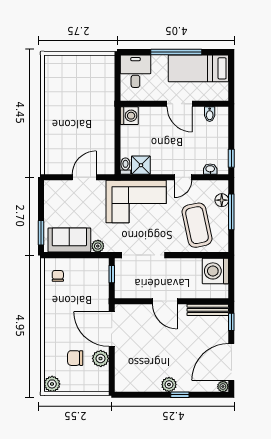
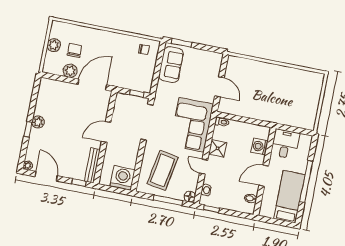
desk: (135, 71) -> (285, 144), moved, turned -90
washing machine: (129, 116) -> (260, 146), moved, turned 90
shower: (141, 165) -> (217, 148), moved
floor lamp: (222, 200) -> (190, 197), moved
coffee table: (197, 225) -> (163, 170), turned -68
plant: (98, 246) -> (162, 87), removed
door: (231, 362) -> (46, 176), width x0.73
plant: (52, 384) -> (54, 45), moved

